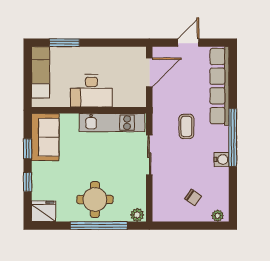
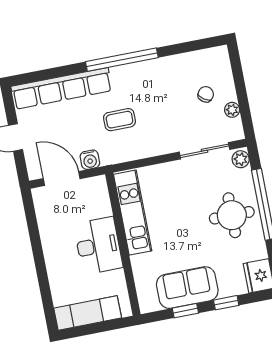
window: (64, 43) -> (45, 291), removed
sofa: (45, 137) -> (187, 288), moved
sliding door: (149, 155) -> (204, 151), moved
water cooler: (222, 159) -> (90, 160), moved, turned 180
plant: (218, 216) -> (232, 110), moved

